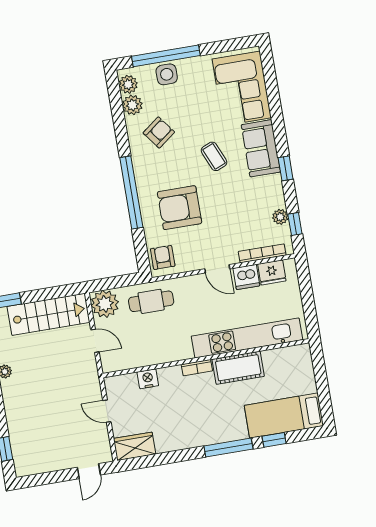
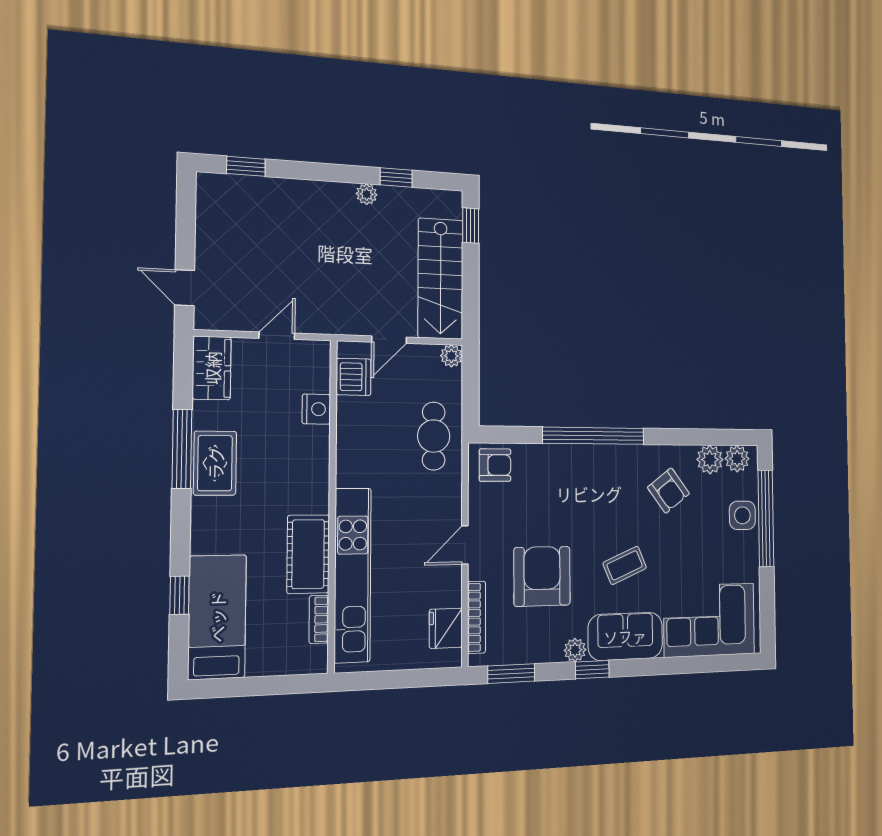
armchair: (180, 208) -> (542, 576), moved
plant: (280, 217) -> (575, 650), moved
window: (295, 224) -> (511, 674), width x1.50
dishwasher: (246, 277) -> (354, 377), moved, turned 180
plant: (105, 304) -> (451, 356), width x0.53, depth x0.53
bookcase: (197, 368) -> (319, 619), moved
rug: (192, 434) -> (215, 463), added
window: (228, 448) -> (182, 449), moved

